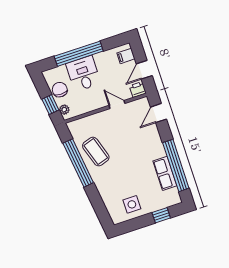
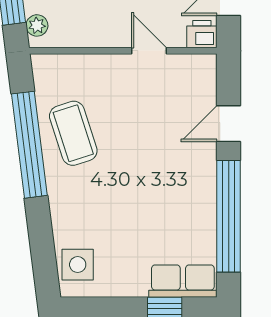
door: (158, 113) -> (229, 124), moved
row of seats: (165, 173) -> (183, 281), moved, turned 90
side table: (132, 204) -> (78, 265), moved

